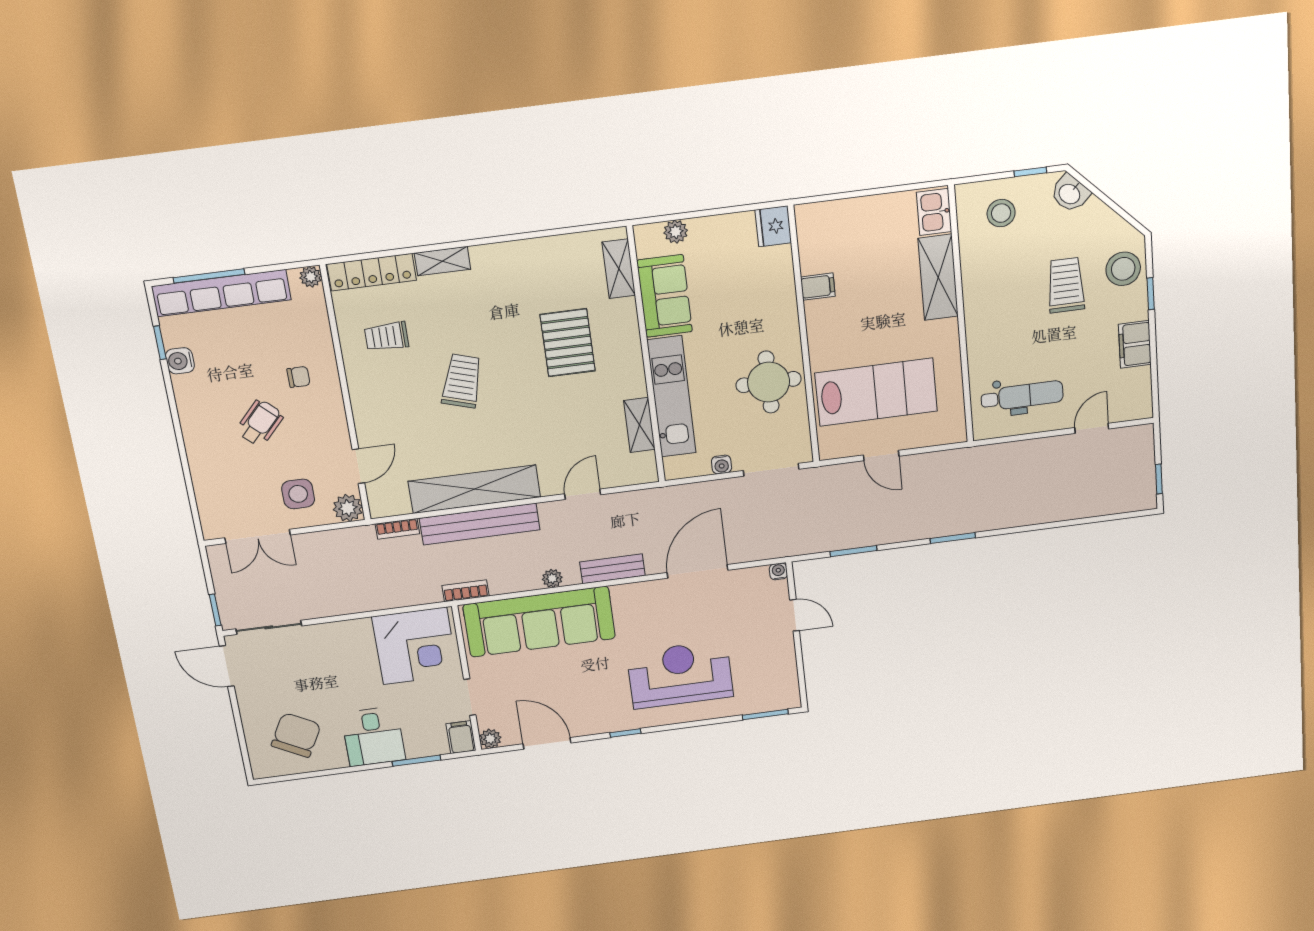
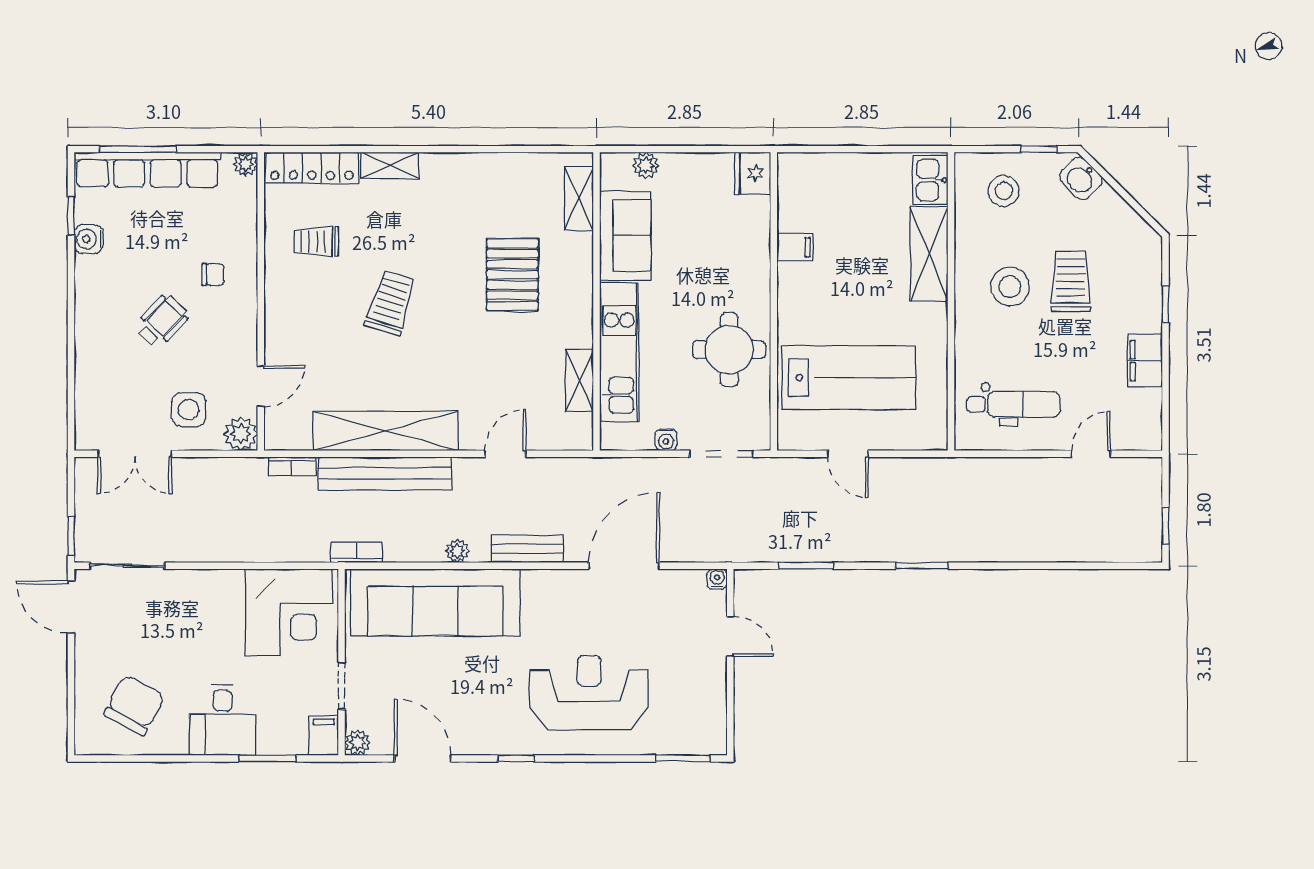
stool: (1123, 269) -> (1010, 287), moved

